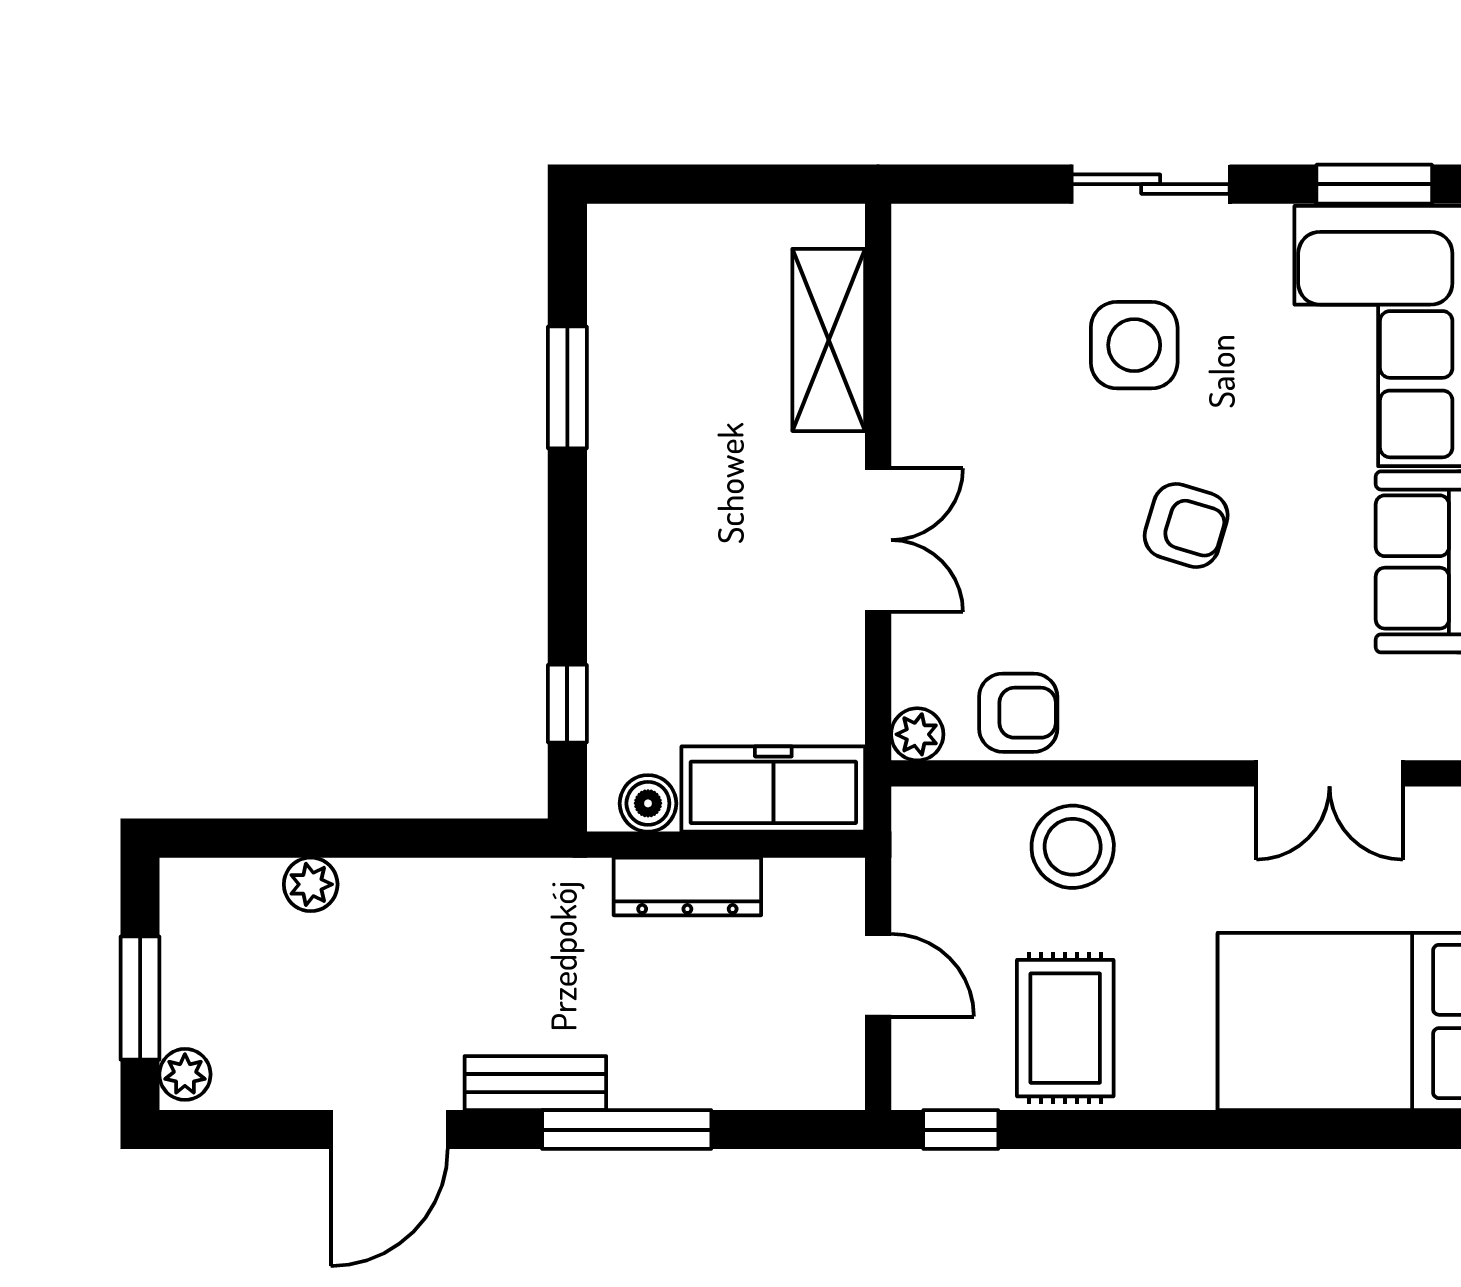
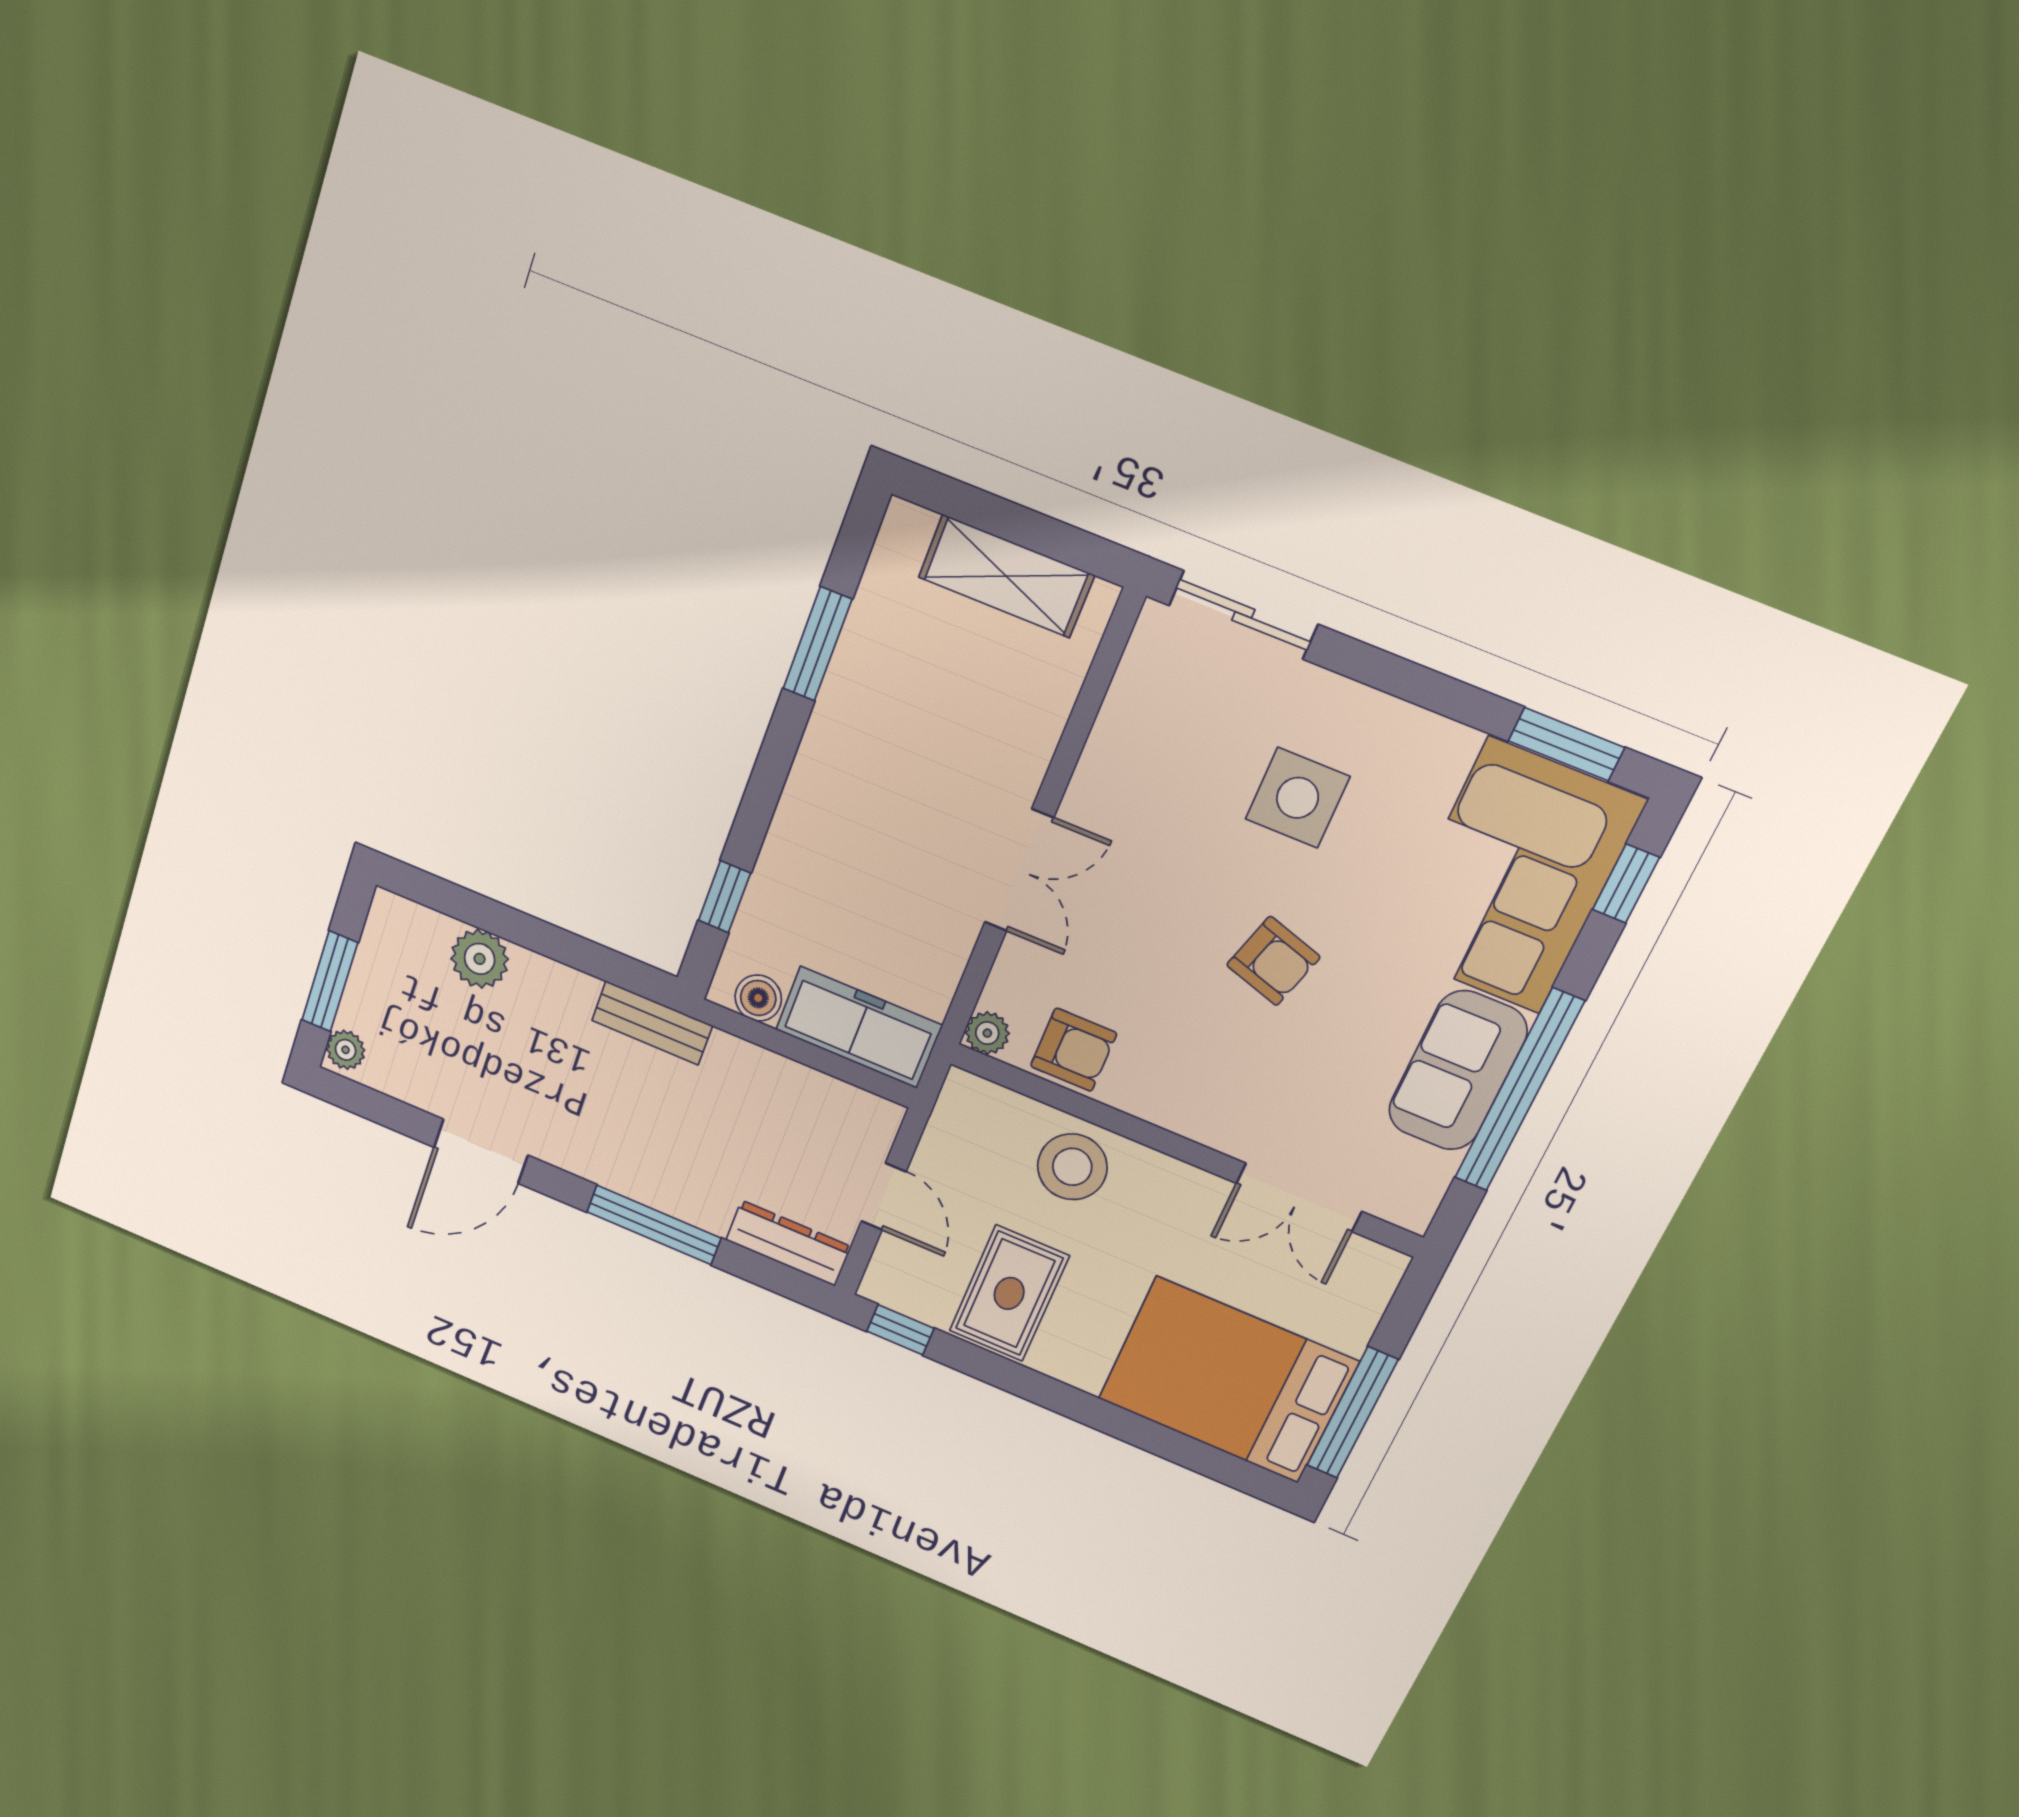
sliding door: (1151, 184) -> (1243, 615), moved
shelving: (829, 340) -> (1006, 576), moved, turned 90
plant: (311, 884) -> (480, 959), width x1.38, depth x1.38
dresser: (687, 886) -> (788, 1243), moved, turned 180
bench: (535, 1083) -> (652, 1023), moved

